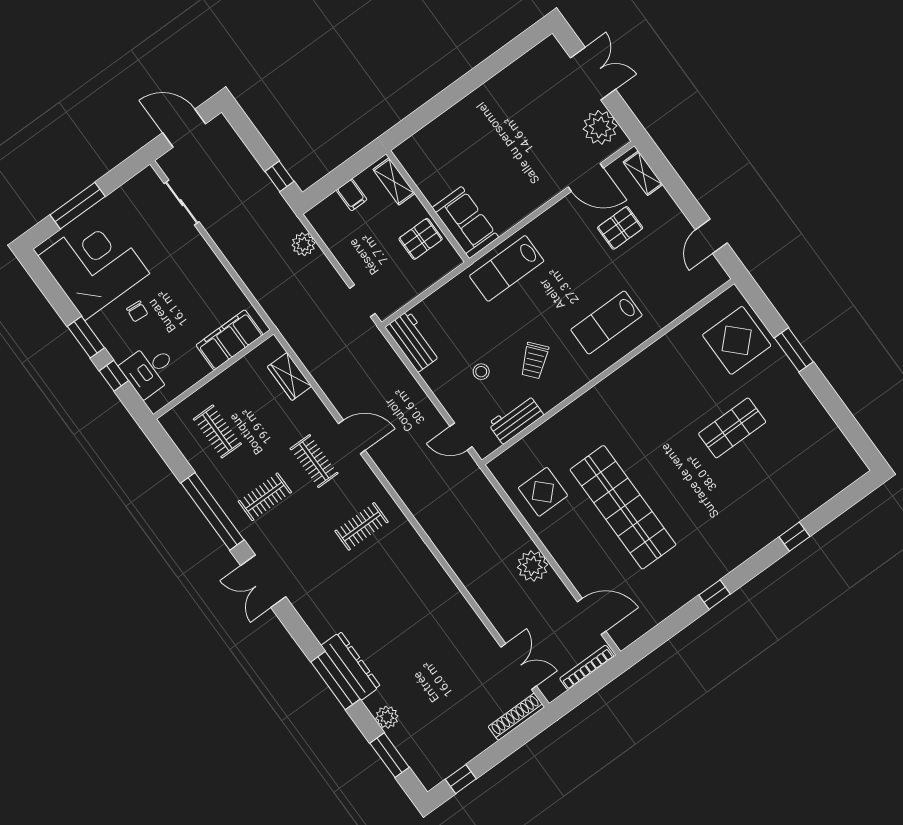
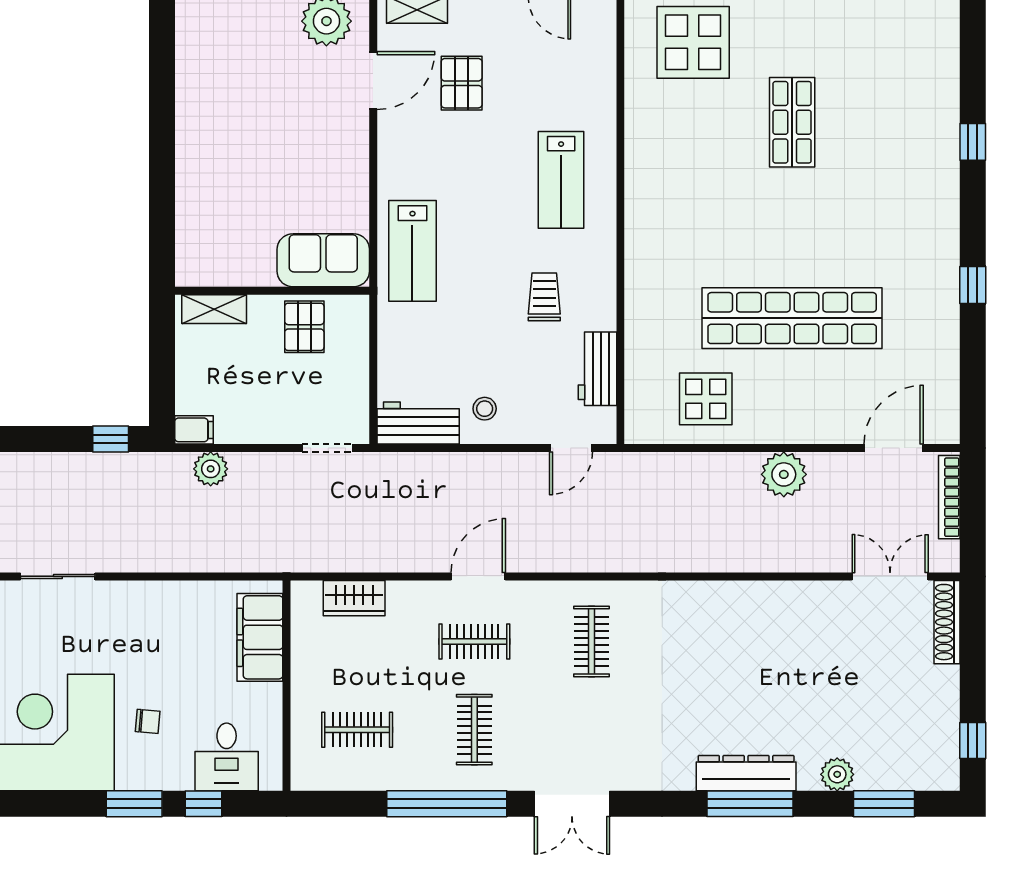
filing cabinet: (352, 195) -> (194, 430), moved
trolley: (534, 361) -> (544, 297), turned -140
stool: (481, 372) -> (485, 409), moved

